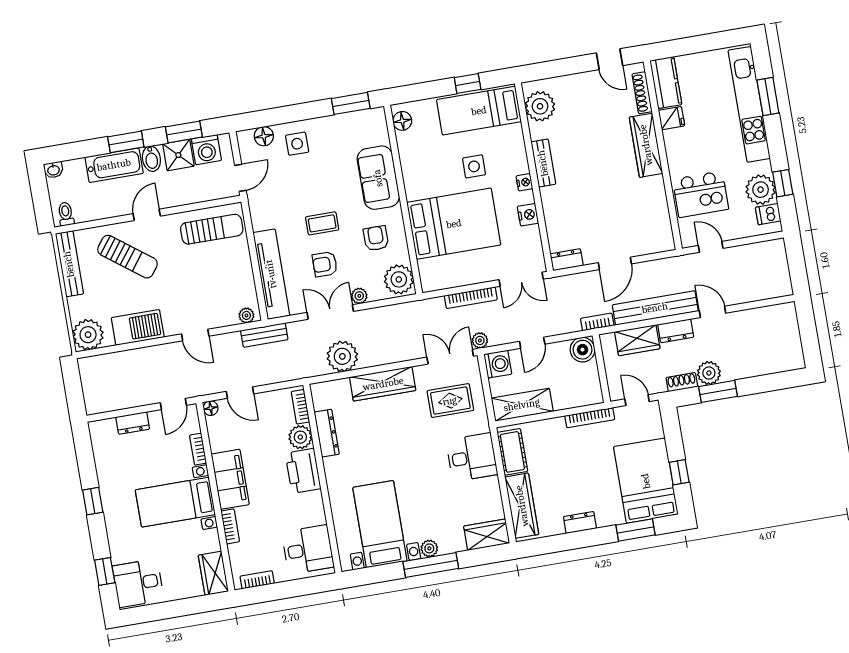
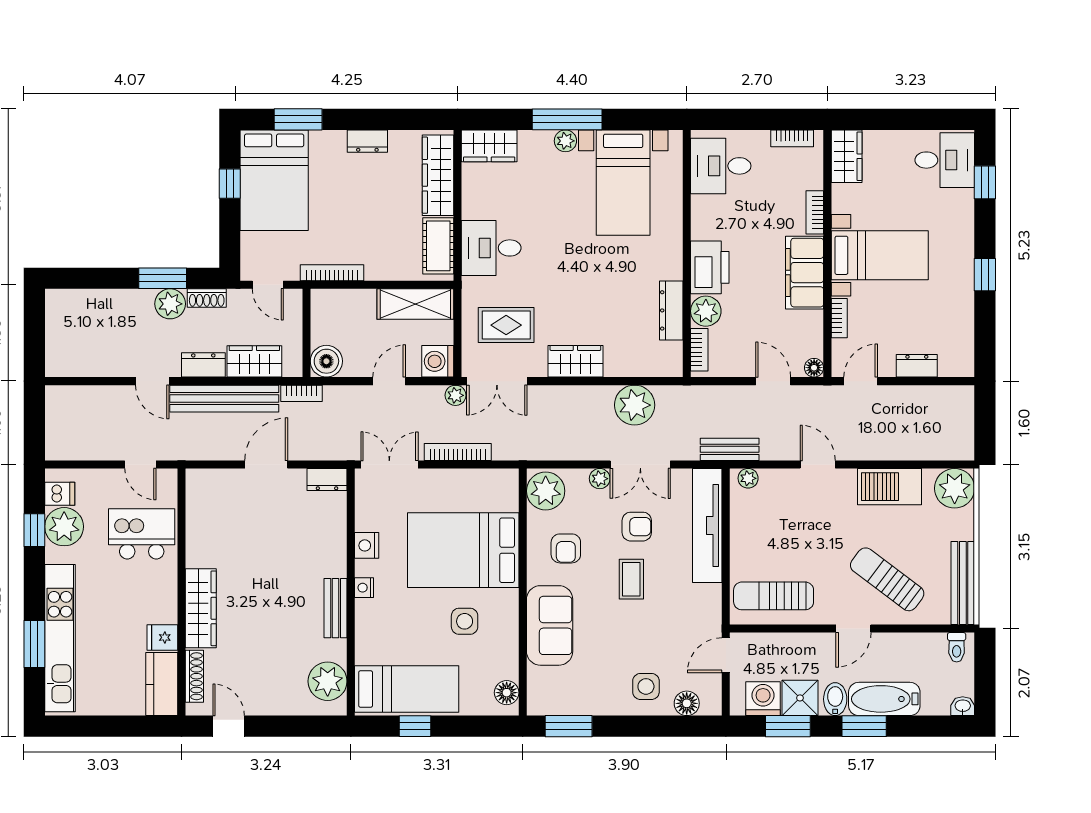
side table: (474, 166) -> (465, 621), moved
coffee table: (322, 223) -> (631, 579), turned 90
wardrobe: (383, 384) -> (575, 361), width x0.67

